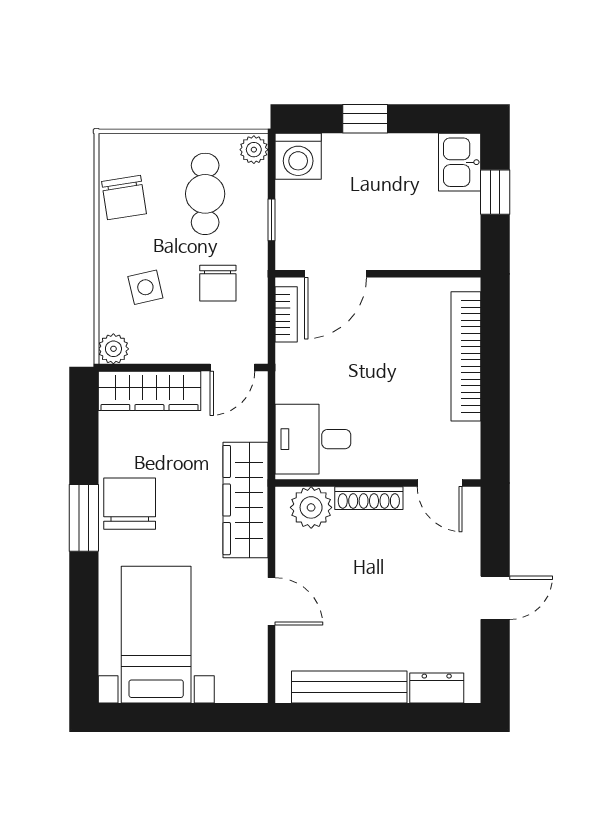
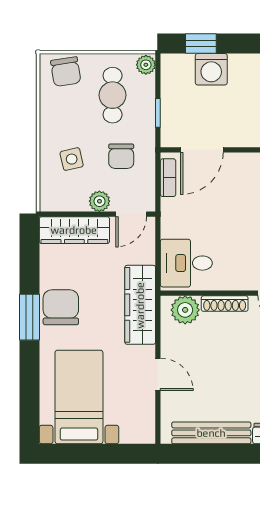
window: (365, 119) -> (201, 44), moved
washing machine: (298, 156) -> (211, 69), moved
chair: (124, 198) -> (66, 72), moved
plant: (113, 349) -> (99, 201), moved

